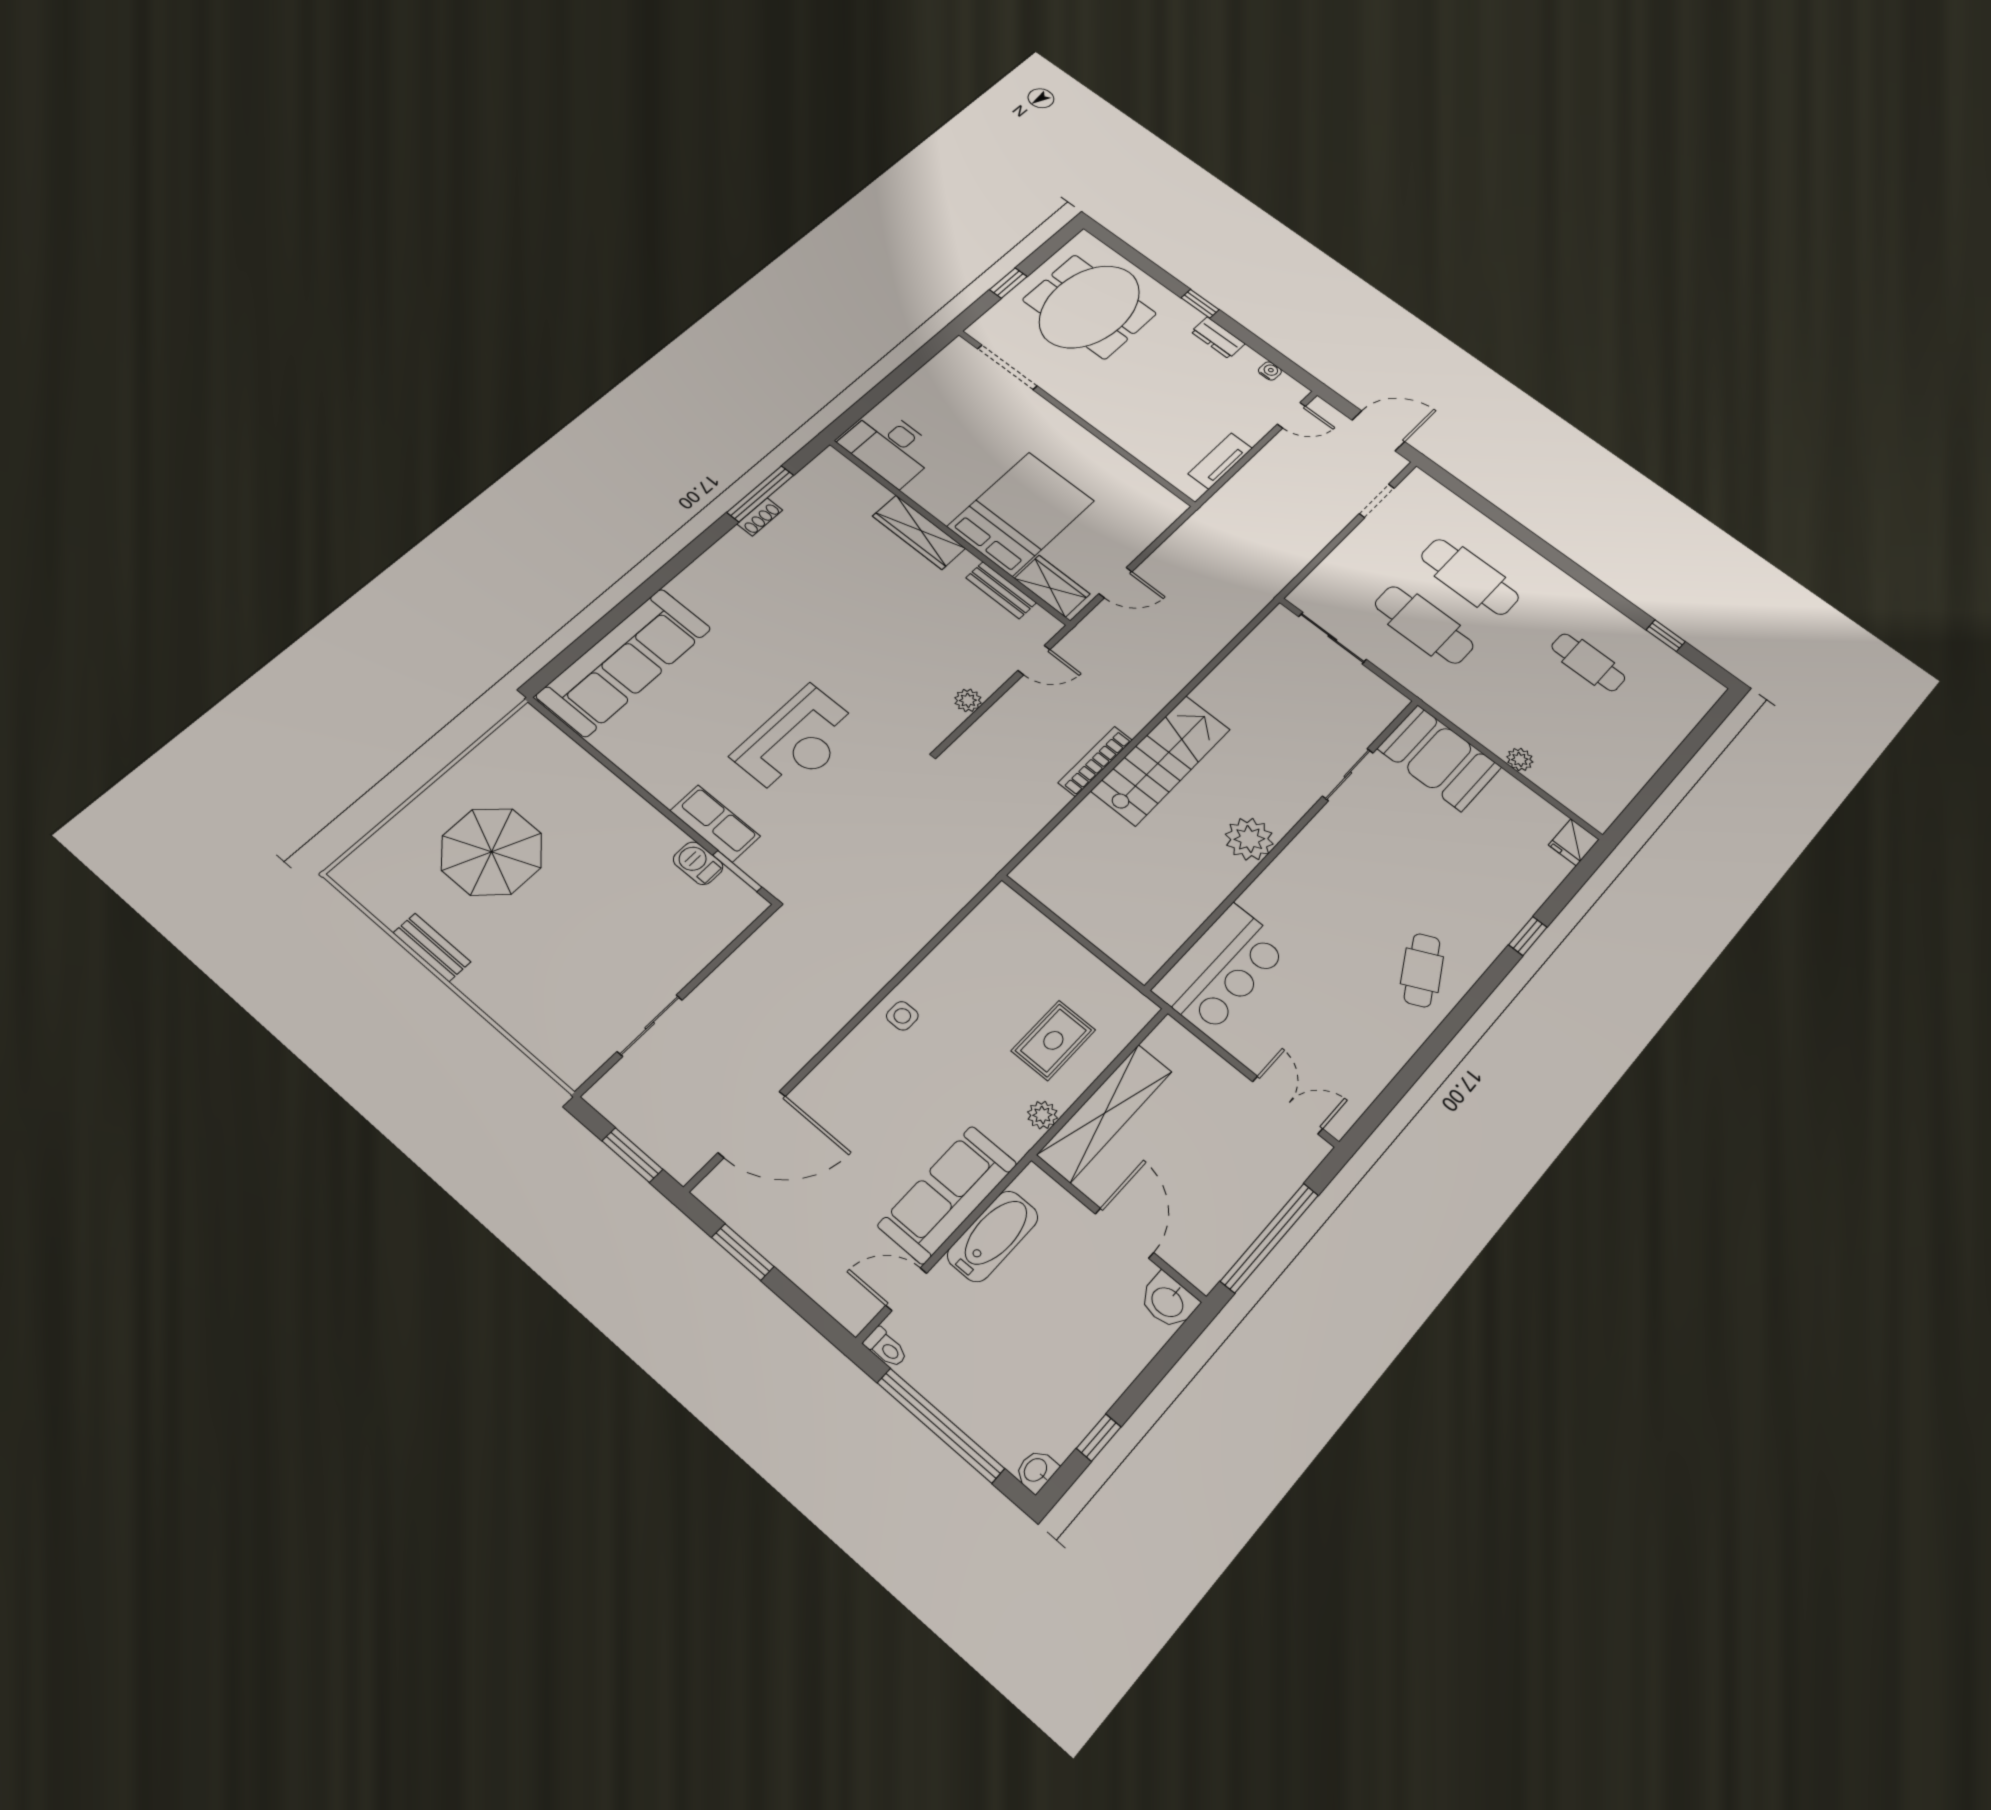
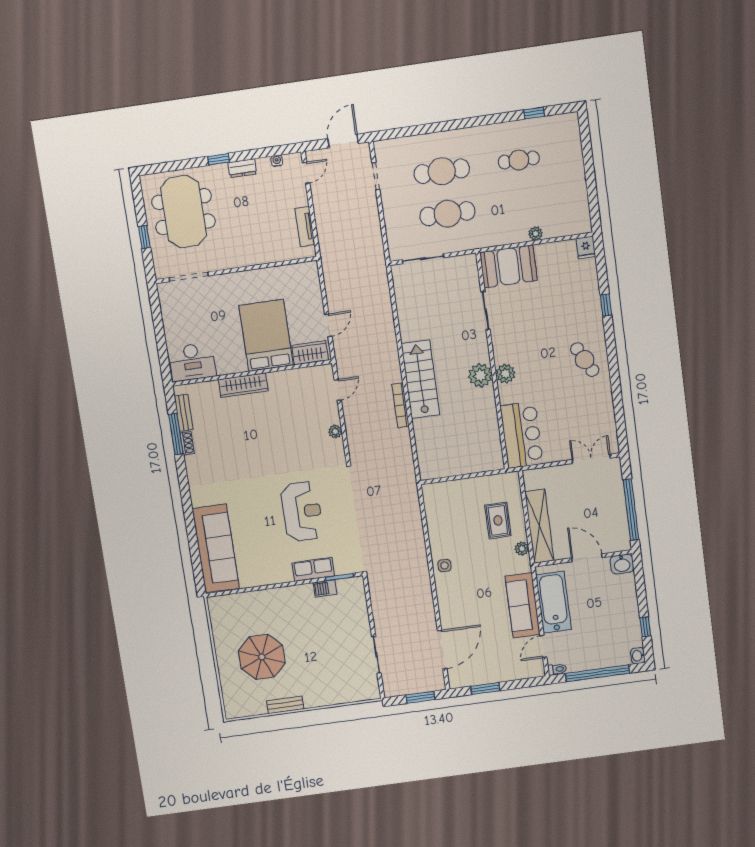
bench: (1001, 590) -> (184, 413), moved, turned 90
plant: (1288, 873) -> (505, 374), added
bathtub: (993, 1236) -> (554, 602), width x1.36, depth x1.36

